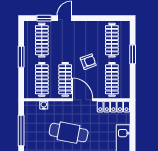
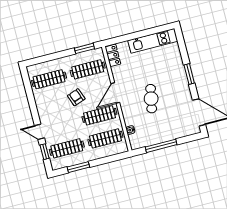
window: (133, 54) -> (84, 48), moved
window: (21, 57) -> (78, 167), moved
locker: (113, 107) -> (113, 55), width x0.66
cafe table: (69, 133) -> (151, 99), width x0.73, depth x0.74

